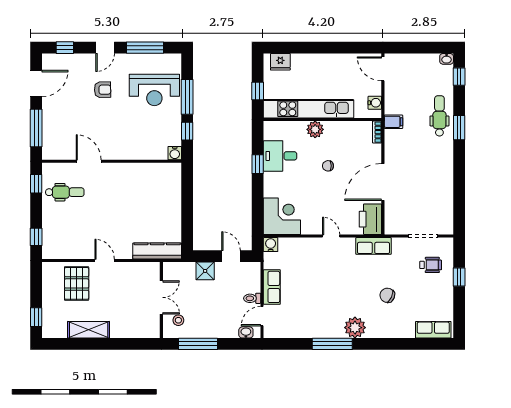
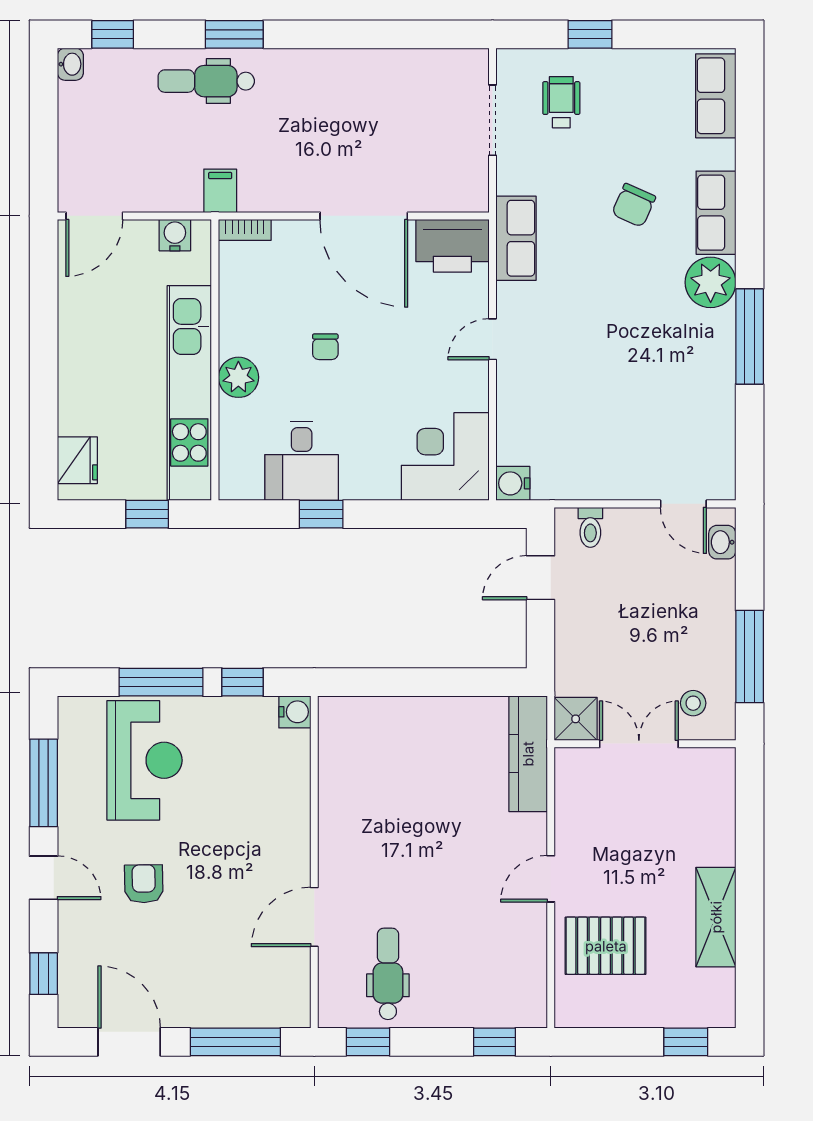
shower: (205, 271) -> (576, 719), moved
row of seats: (272, 287) -> (716, 213), moved, turned -90
toilet: (252, 298) -> (590, 527), moved

